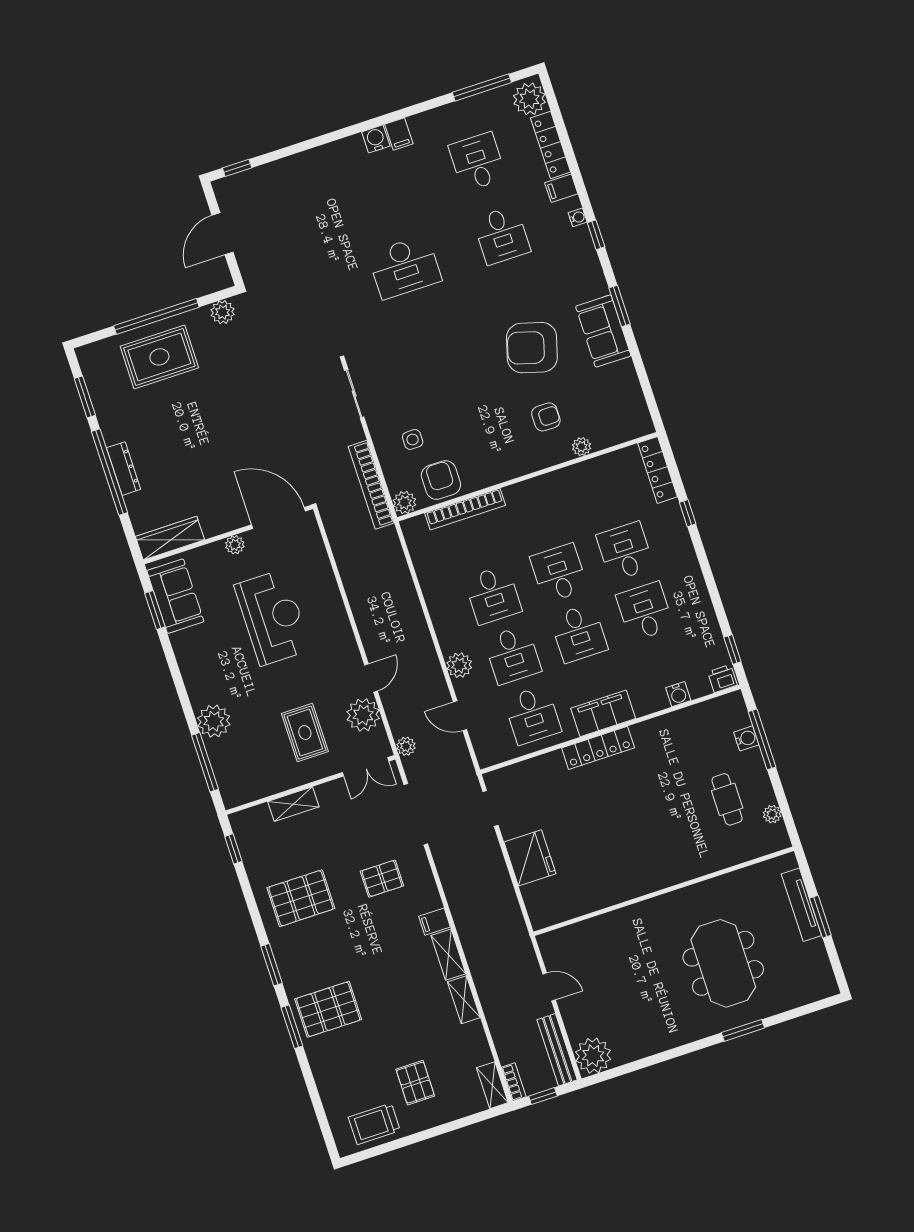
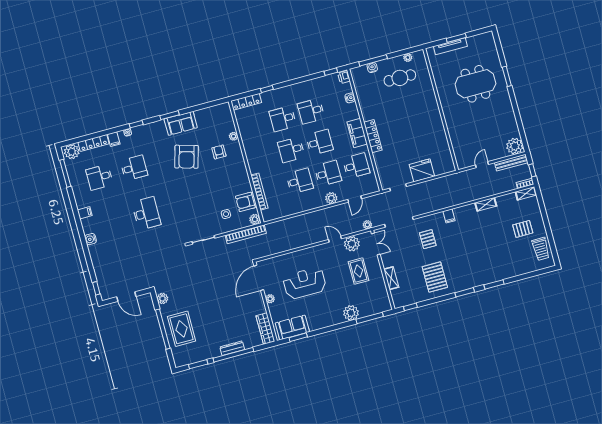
water cooler: (376, 139) -> (91, 239), moved
rug: (305, 733) -> (358, 271), turned 90
cafe table: (727, 799) -> (400, 78), width x1.37, depth x1.35
shelving: (448, 955) -> (465, 210), removed
pallet: (328, 1009) -> (487, 267), removed

